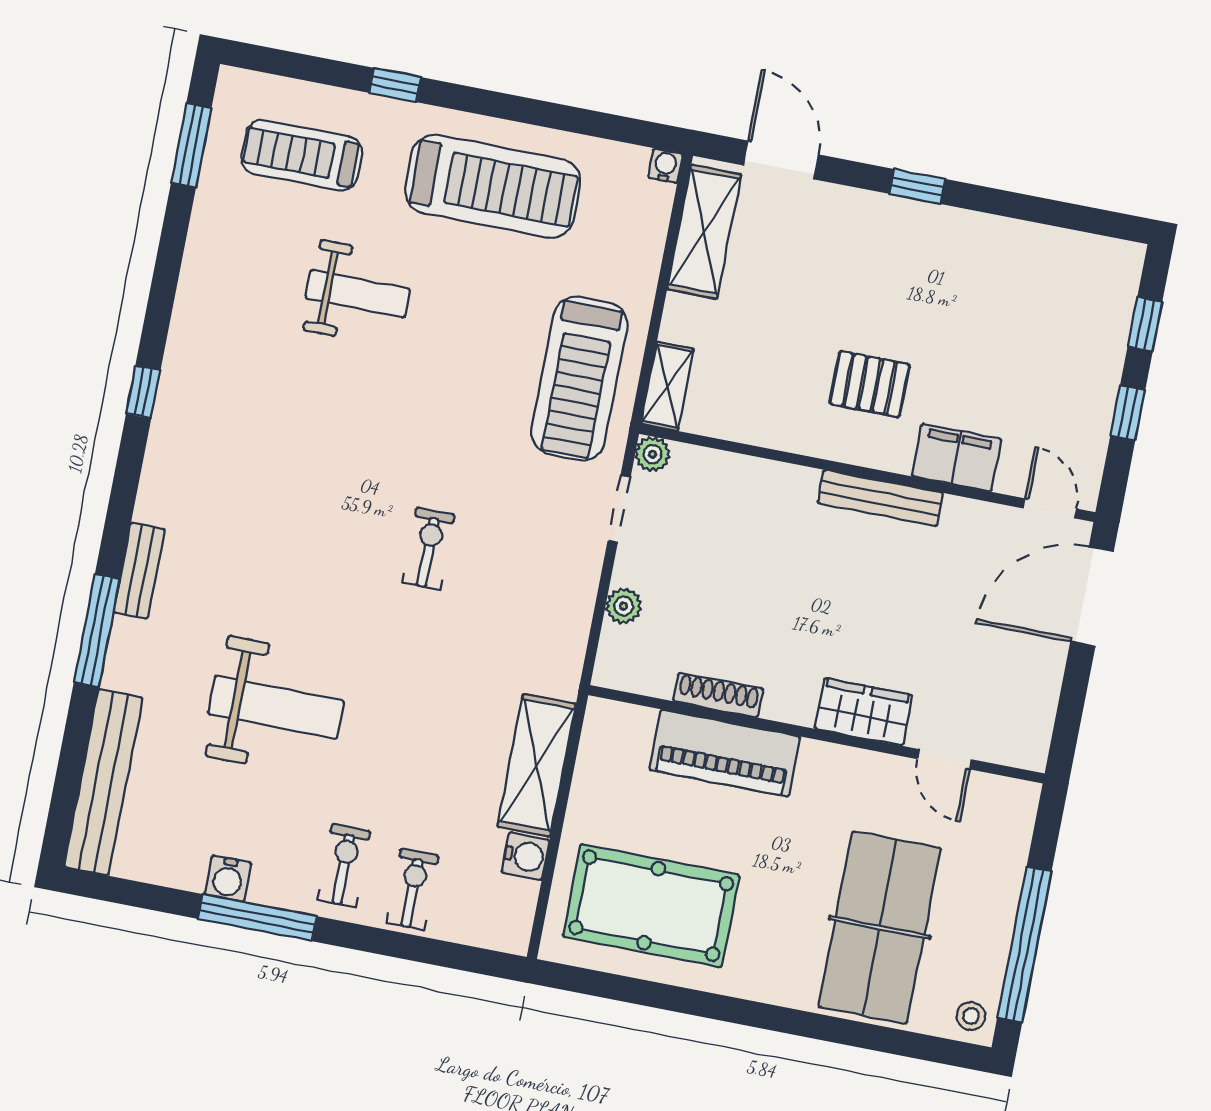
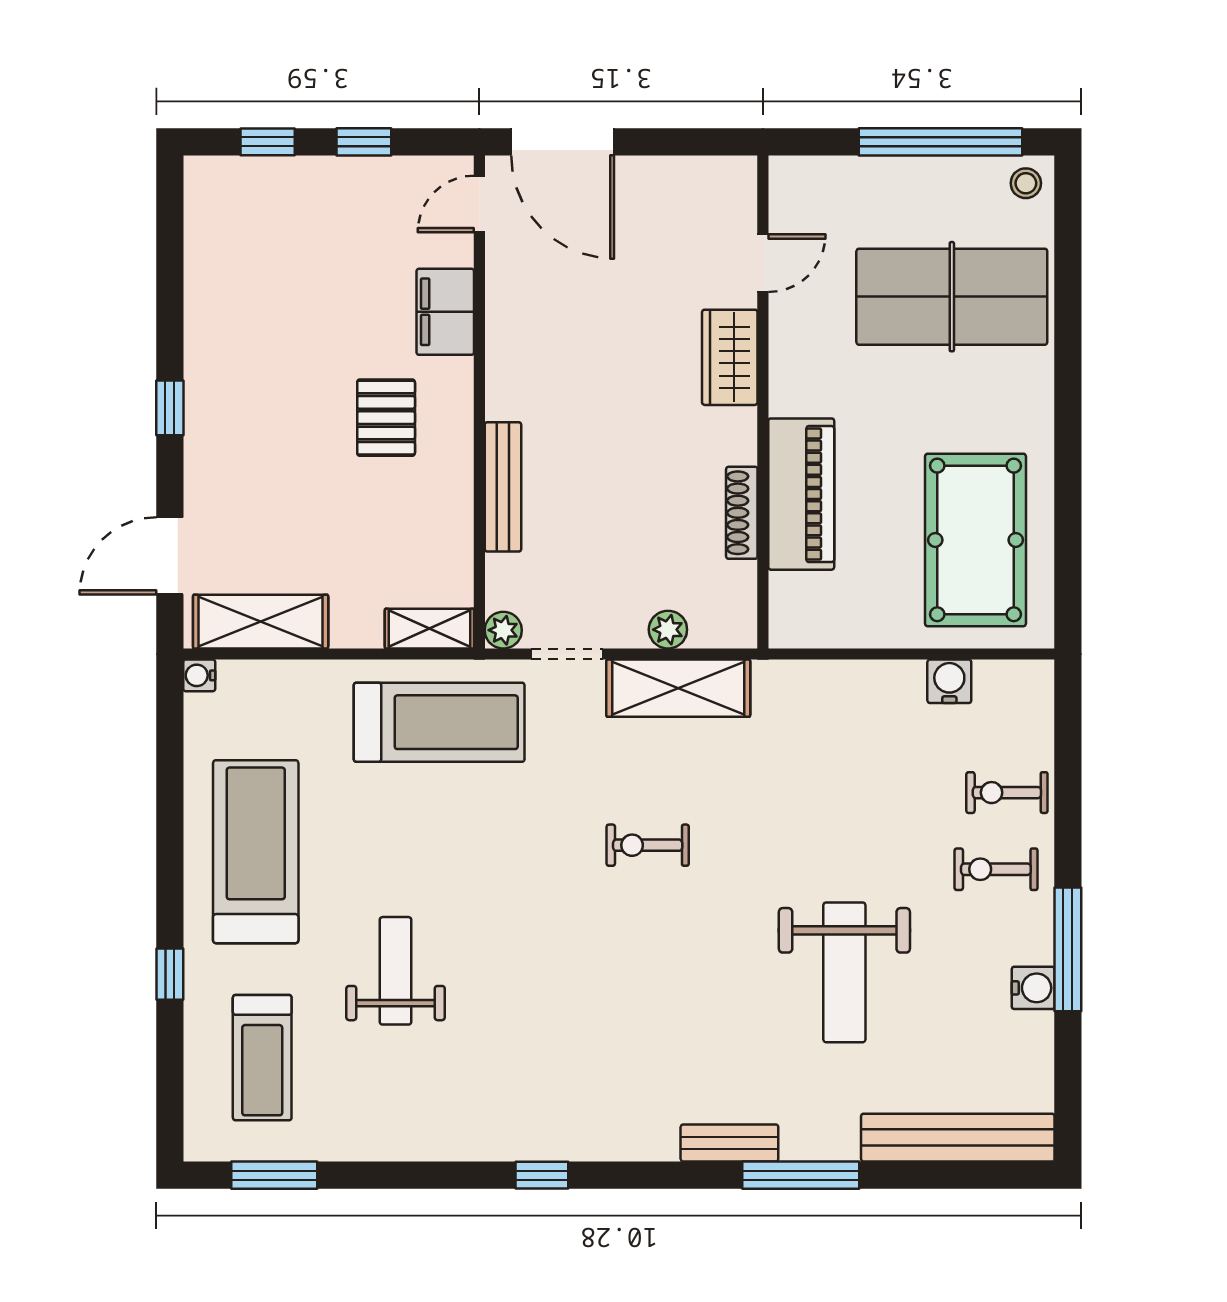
bench: (880, 498) -> (503, 487), moved
weight bench: (276, 707) -> (844, 972), turned 180
shelving: (537, 765) -> (678, 688), moved

